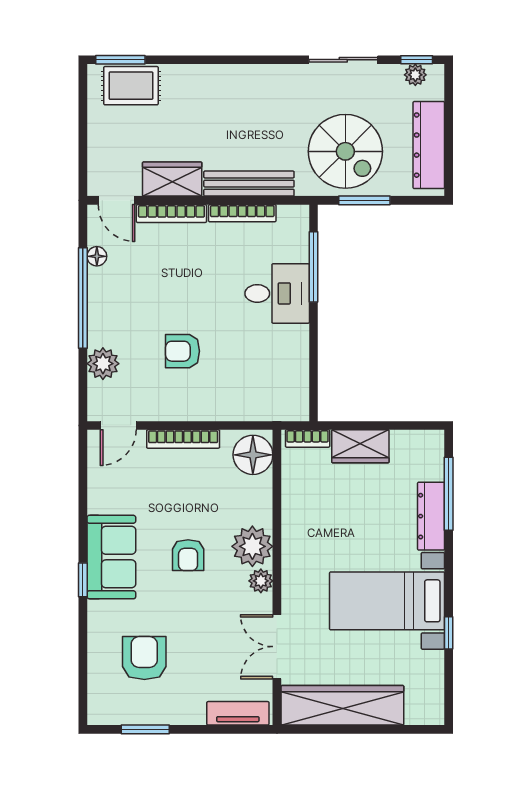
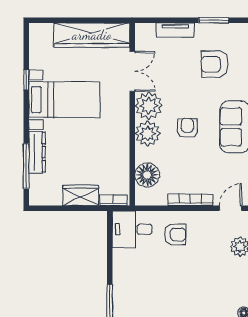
desk: (277, 293) -> (132, 229), moved
armchair: (183, 351) -> (175, 235), moved
floor lamp: (253, 455) -> (147, 175), moved
plant: (261, 581) -> (149, 106), width x1.88, depth x1.88
armchair: (144, 658) -> (214, 64), turned 90
tv unit: (238, 713) -> (175, 30), moved

